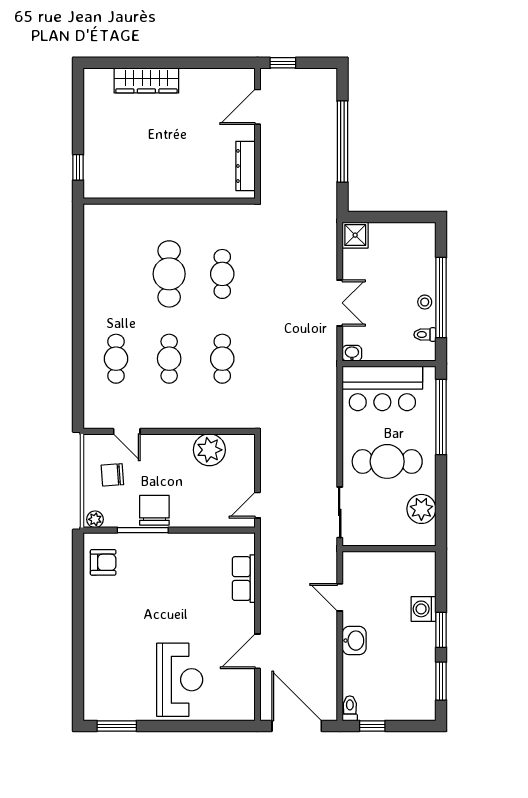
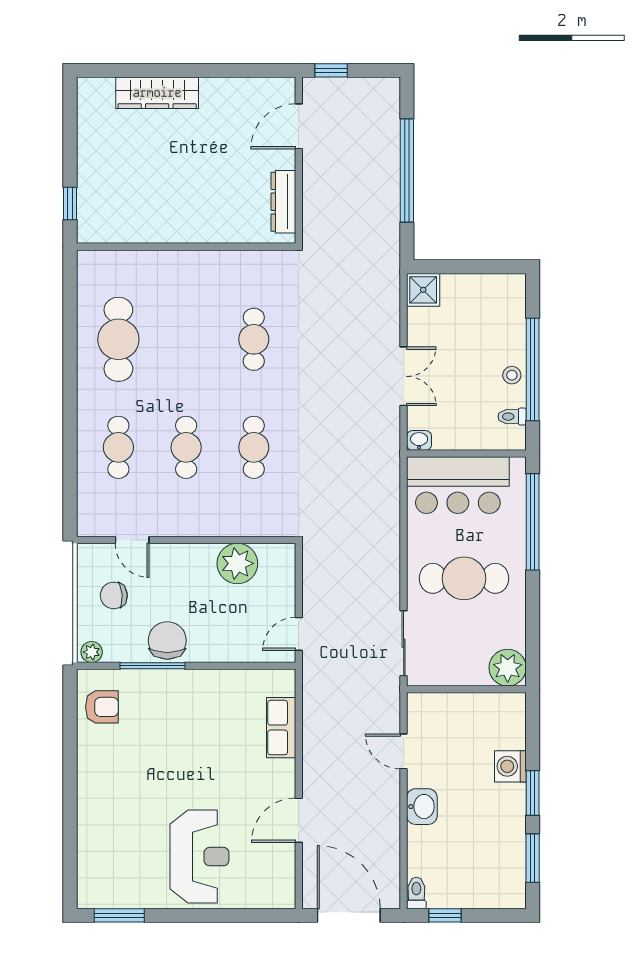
cafe table: (169, 274) -> (118, 339), moved
plant: (421, 509) -> (508, 668), moved

